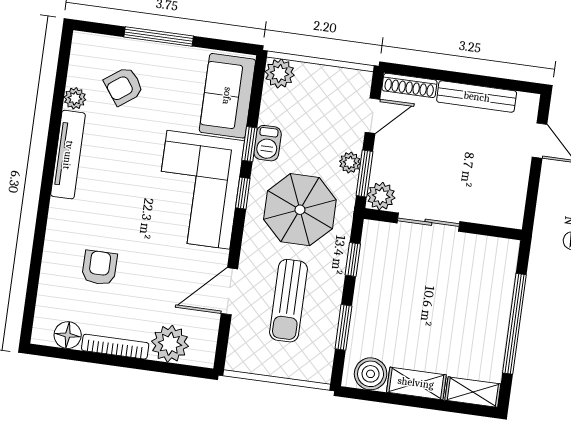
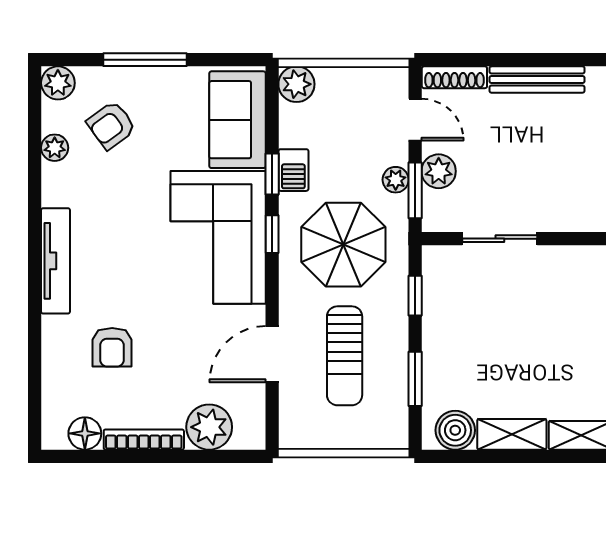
plant: (85, 46) -> (58, 83), added
door: (372, 116) -> (415, 120), hinge flipped
tv unit: (68, 155) -> (56, 261), moved
plant: (381, 196) -> (439, 171), moved
armchair: (99, 268) -> (112, 347), turned 180

